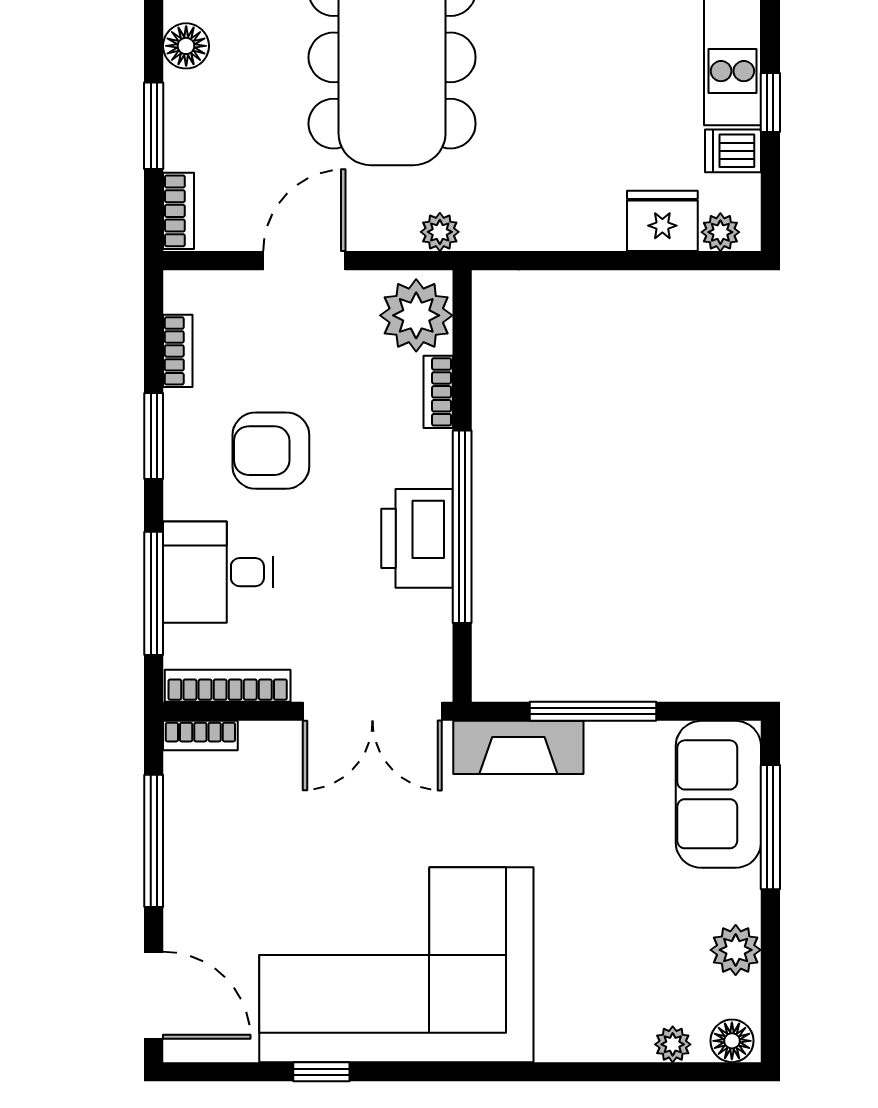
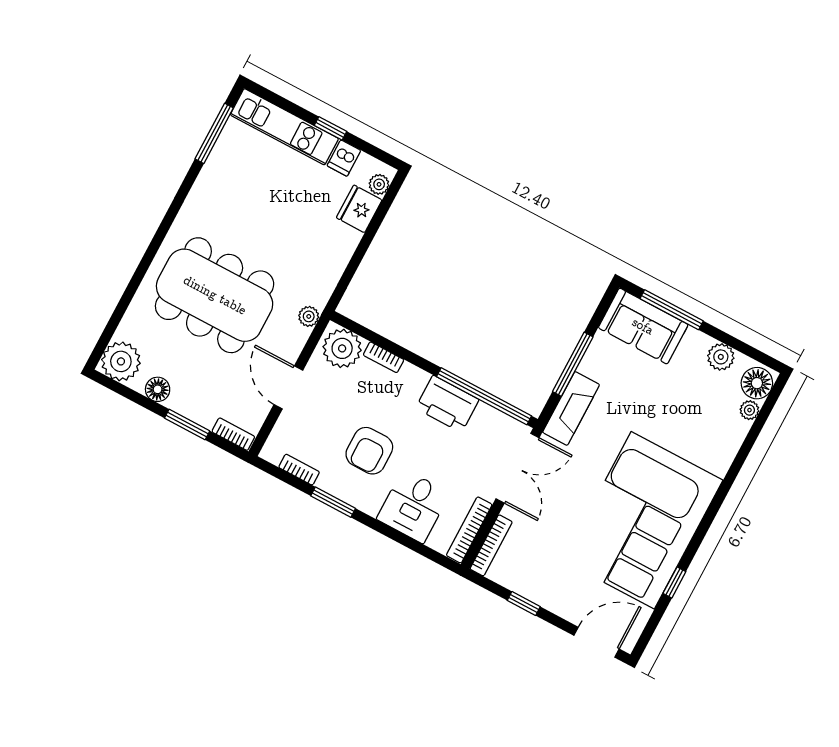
window: (462, 527) -> (484, 396), moved
window: (154, 593) -> (407, 542), removed
bookcase: (200, 736) -> (491, 545), width x1.56
window: (154, 841) -> (524, 604), width x0.46
floor lamp: (732, 1041) -> (757, 383), width x1.38, depth x1.38

